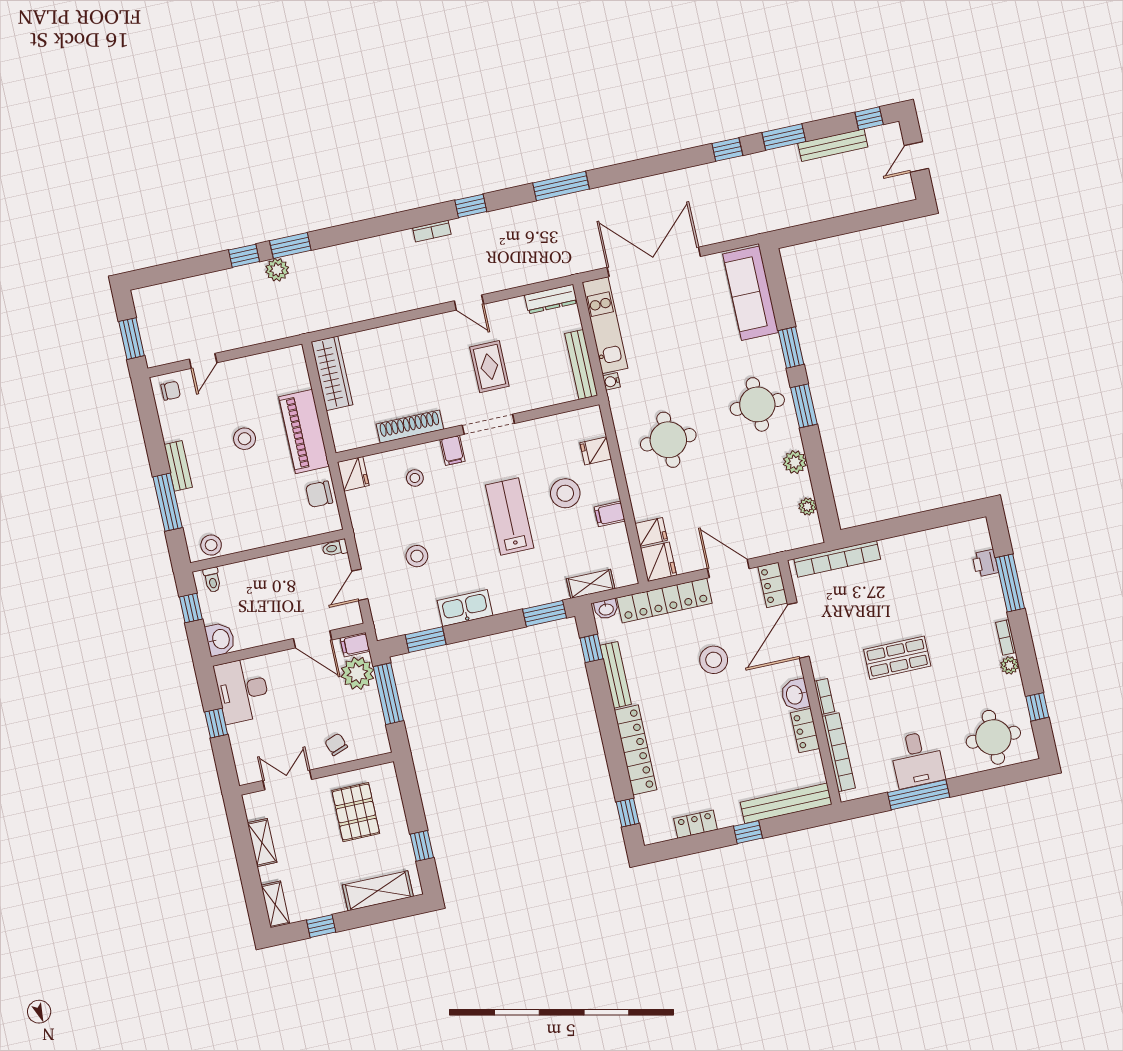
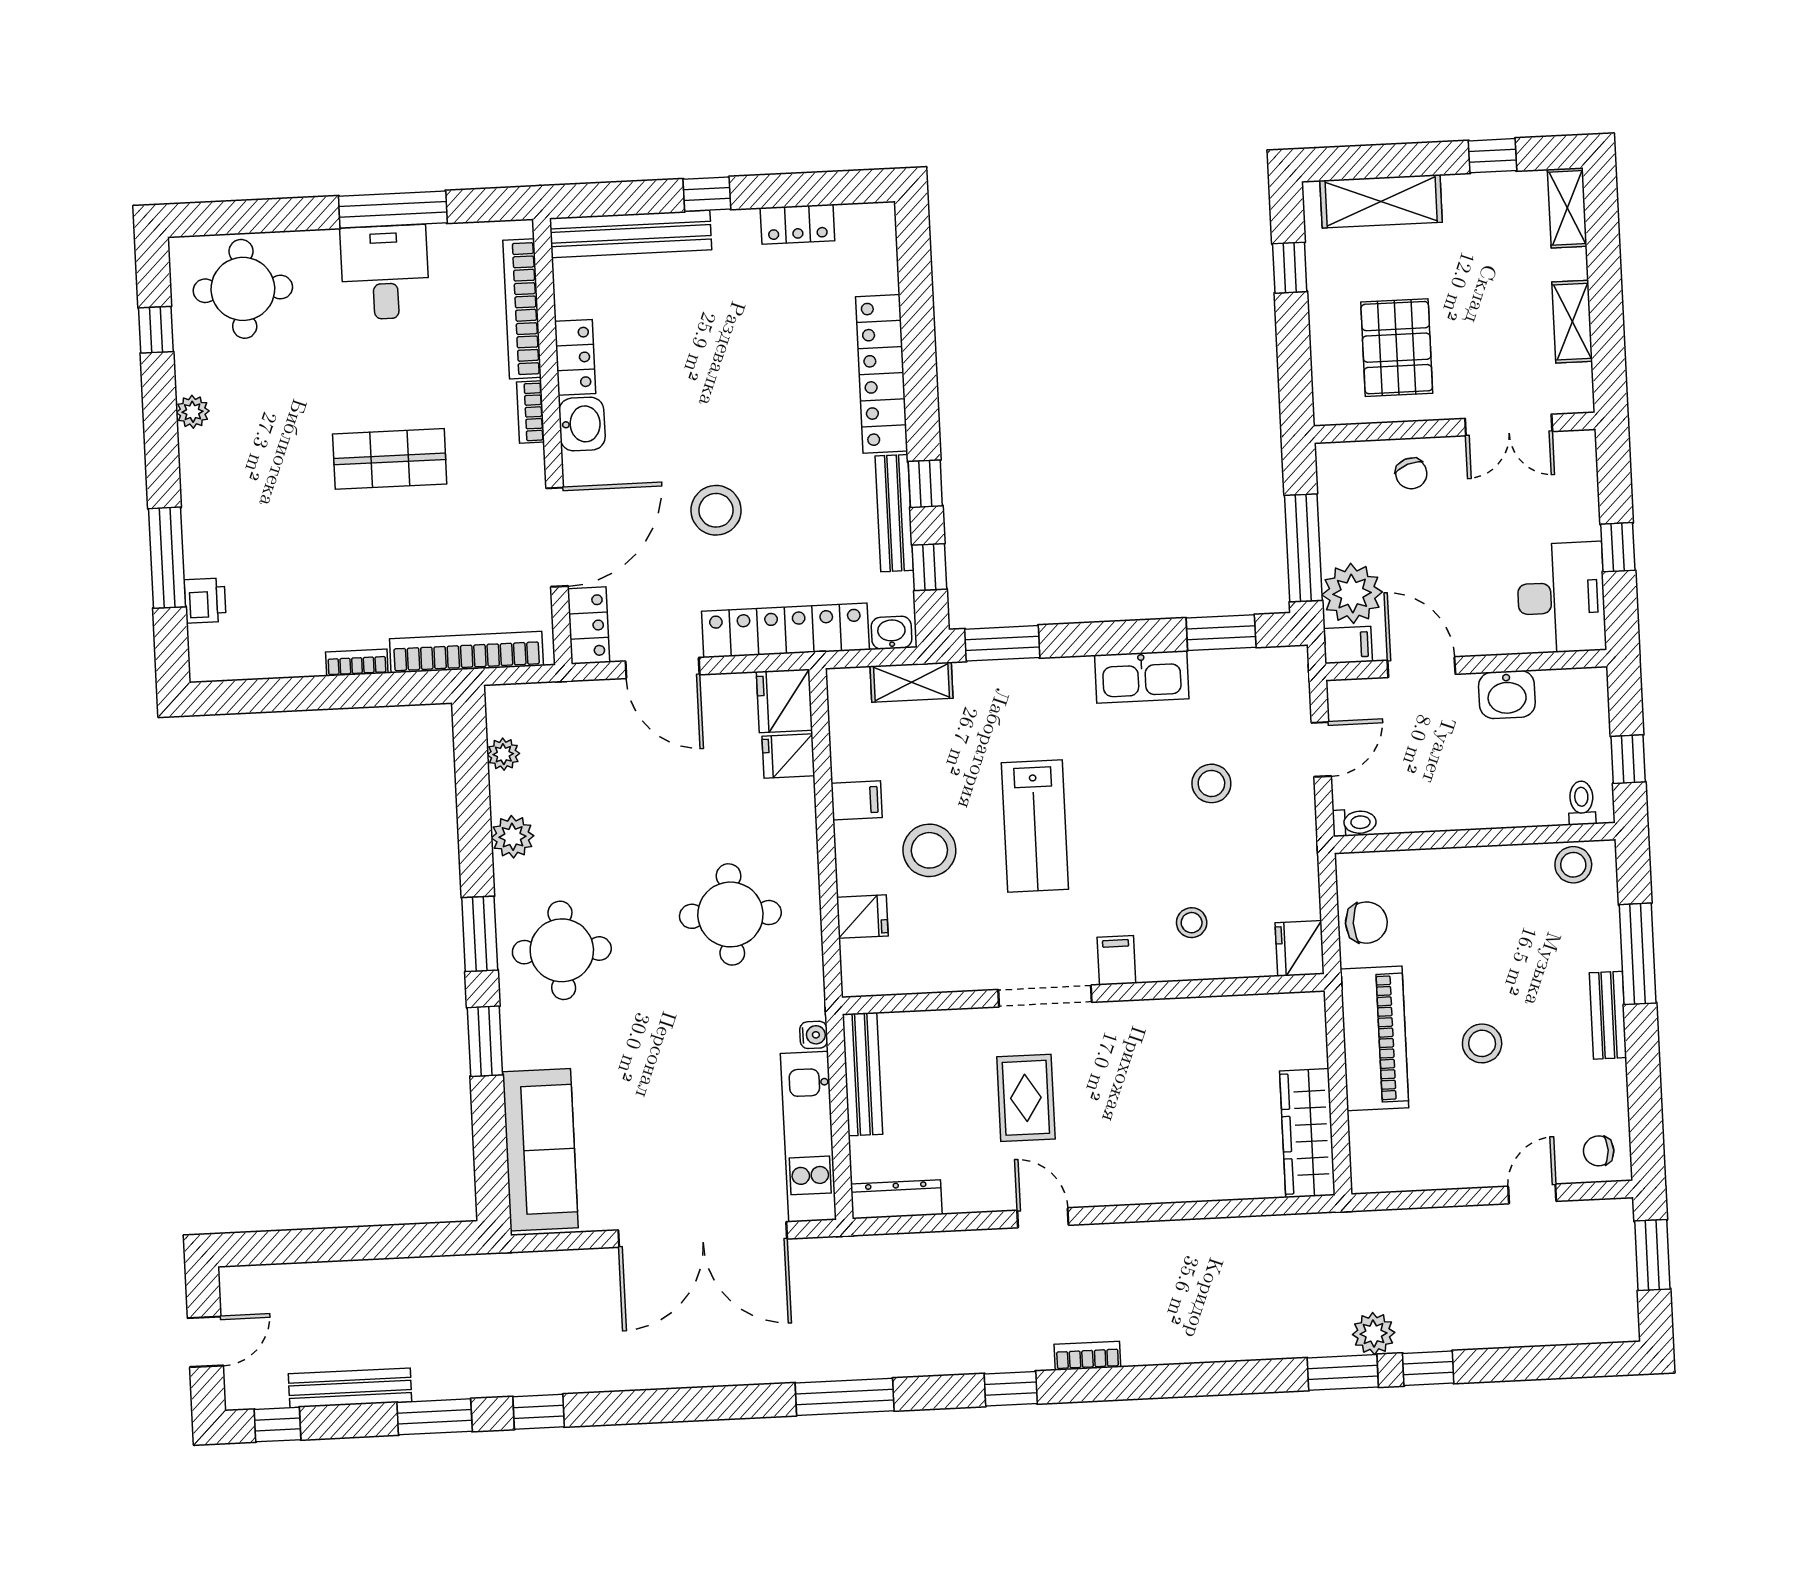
shoe rack: (410, 427) -> (1185, 1015), removed
bookcase: (1006, 637) -> (357, 663), moved, turned -90
washbasin: (220, 639) -> (1507, 695), moved, turned -90
window: (628, 813) -> (925, 484), moved

